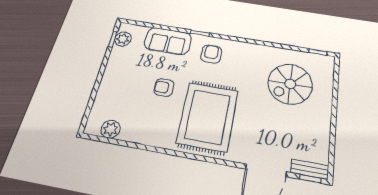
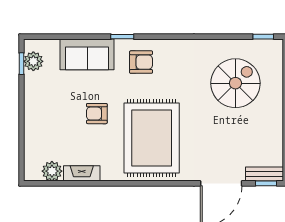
armchair: (211, 54) -> (141, 62), turned 90
spiral stairs: (290, 84) -> (235, 83), turned 180
fireplace: (137, 136) -> (82, 173), added

